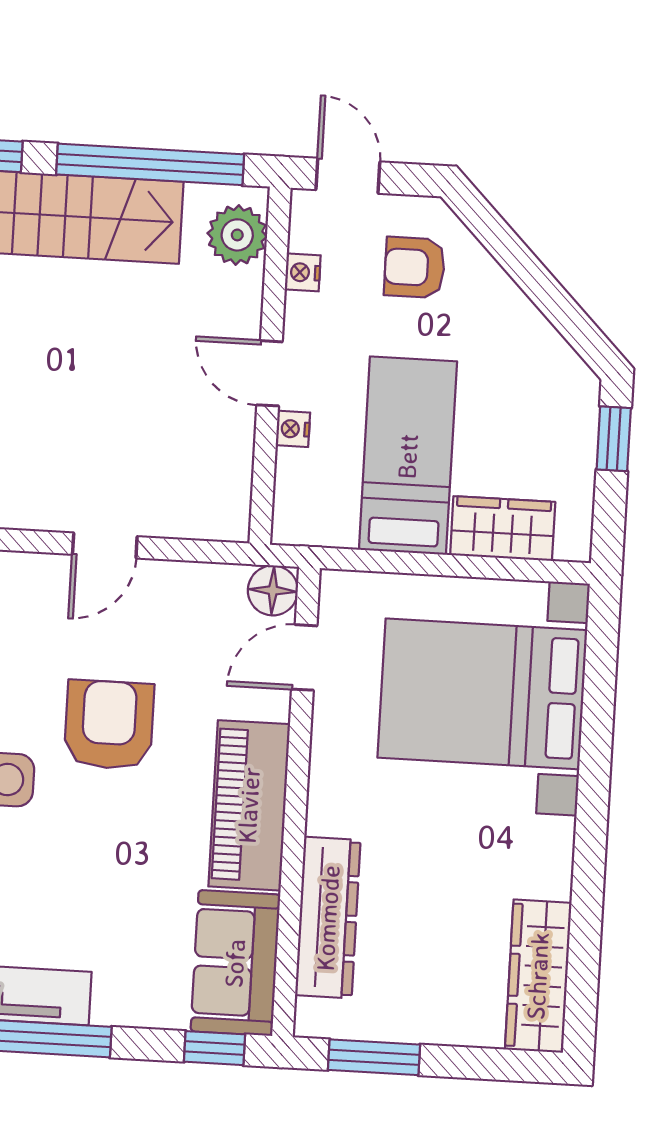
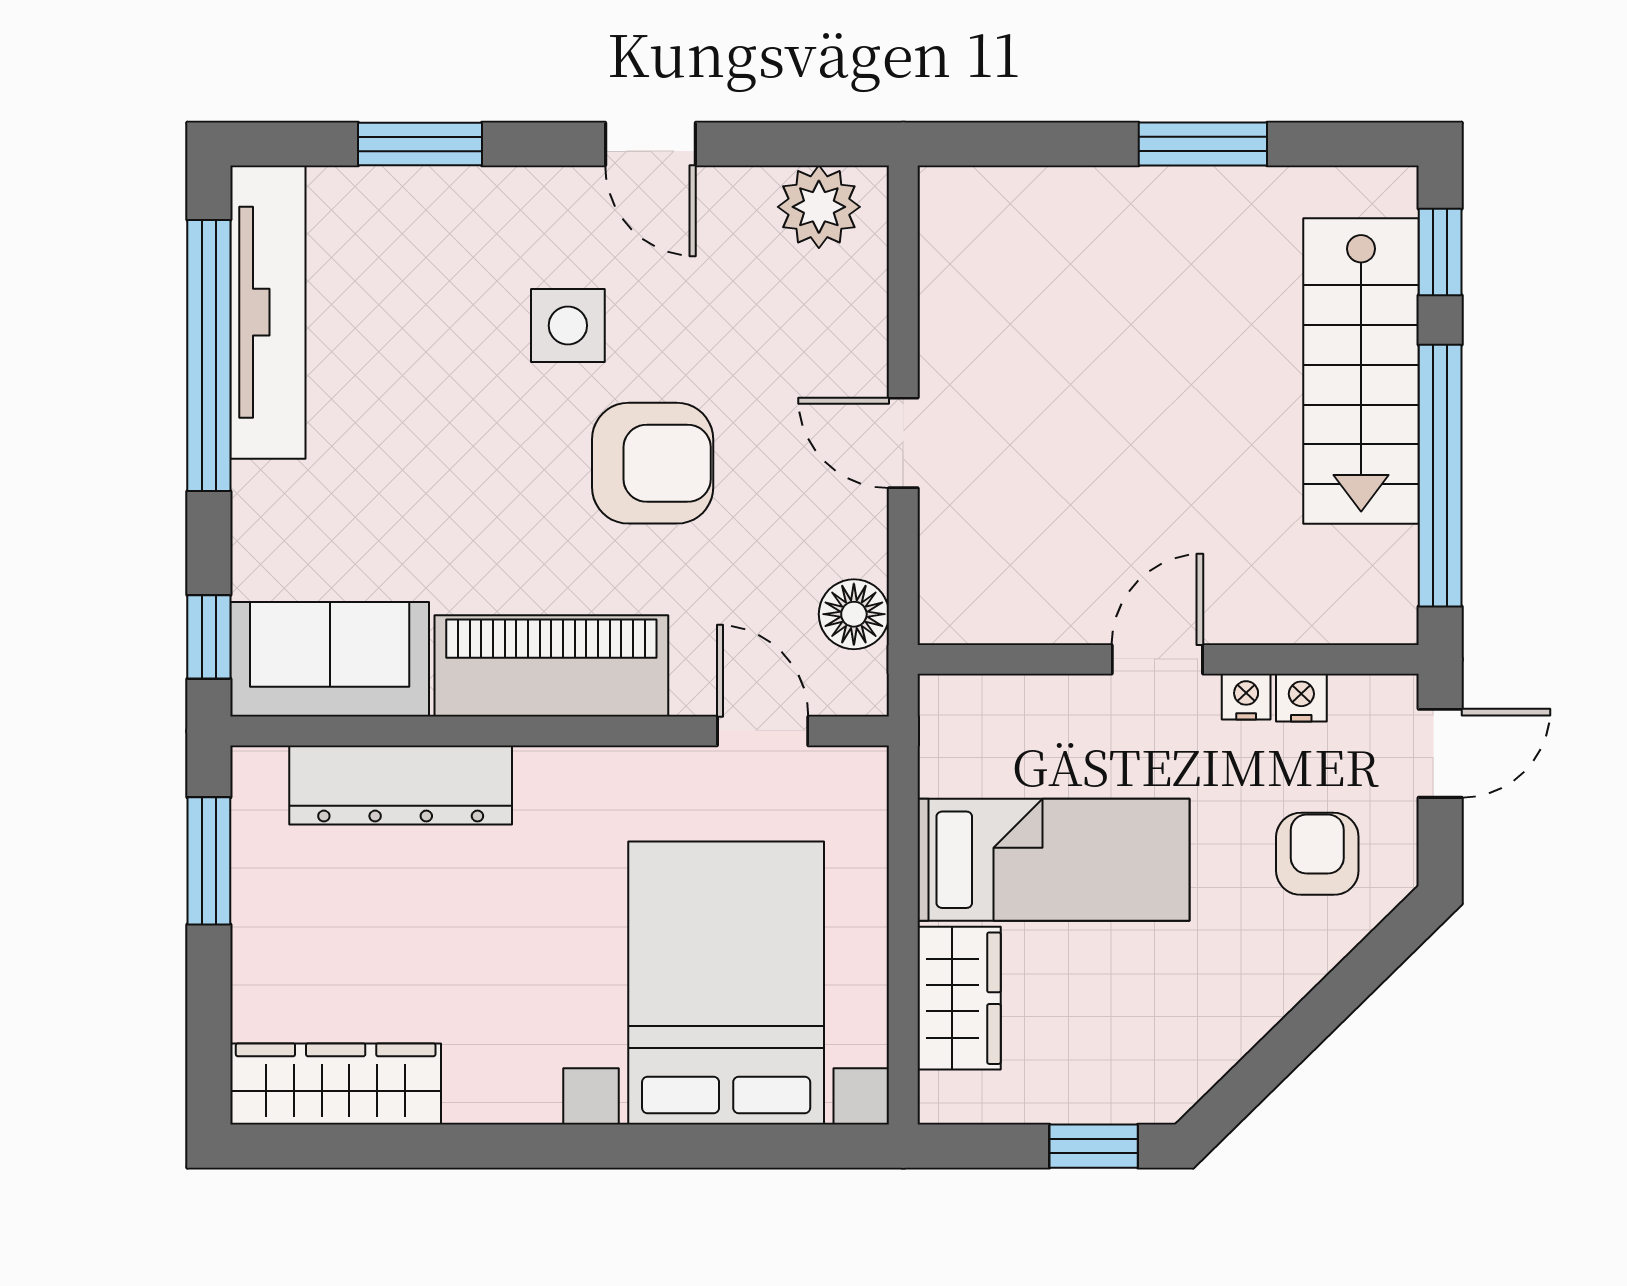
plant: (237, 235) -> (1348, 603), removed
nightstand: (293, 429) -> (1246, 697), moved
floor lamp: (273, 590) -> (854, 614), moved

